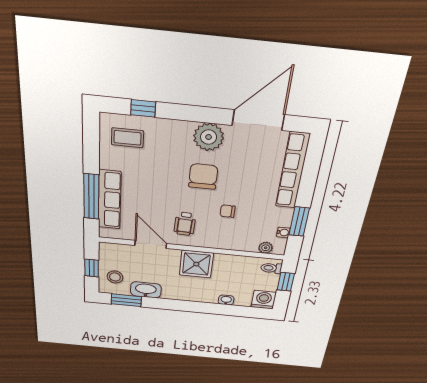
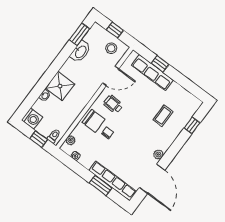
plant: (209, 137) -> (158, 154), width x0.53, depth x0.53
coffee table: (127, 138) -> (163, 116), moved
chair: (203, 176) -> (93, 121), moved
window: (91, 197) -> (160, 64), width x0.46
window: (299, 221) -> (101, 185), moved
shower: (196, 264) -> (60, 86), moved
stool: (115, 277) -> (111, 48), moved

